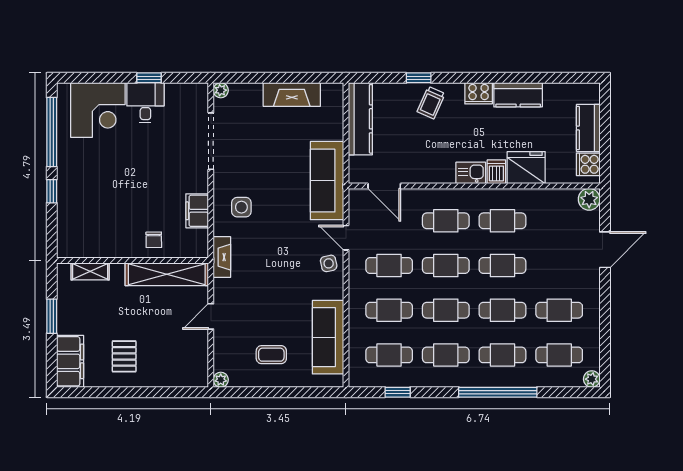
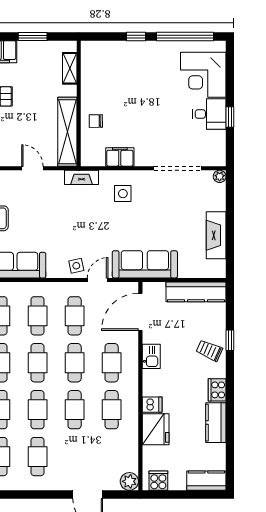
kitchen counter: (588, 128) -> (206, 481), moved
kitchen sink: (471, 173) -> (151, 356), moved
door: (384, 186) -> (140, 312), width x1.36

